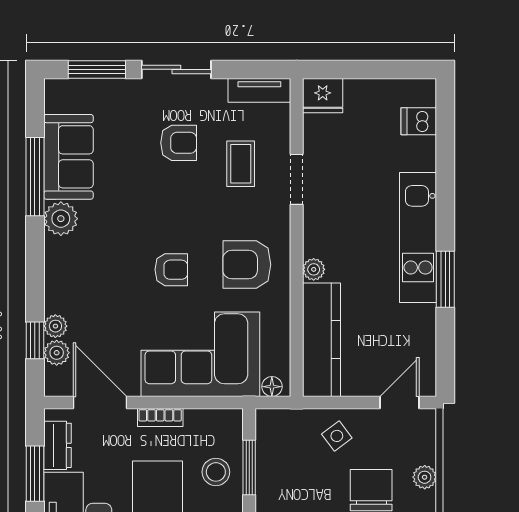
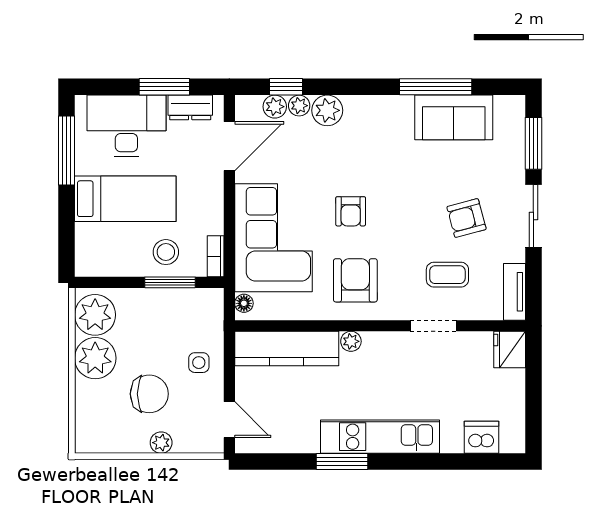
dishwasher: (419, 121) -> (482, 437), width x1.38
armchair: (179, 143) -> (467, 218), turned 75
plant: (61, 219) -> (327, 110), moved
bookcase: (160, 417) -> (216, 256), moved
side table: (337, 436) -> (199, 363), turned 37

